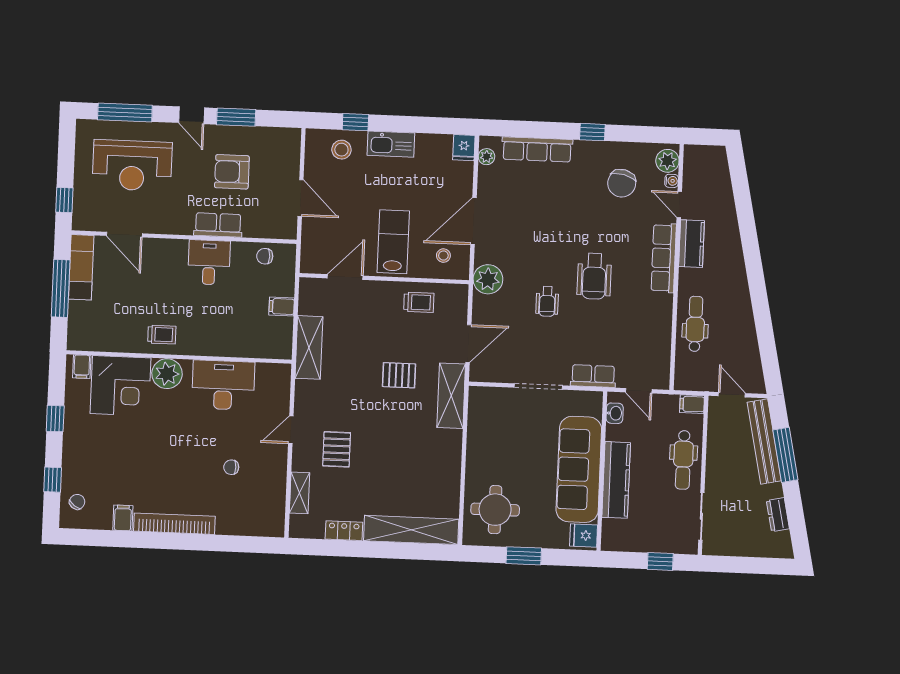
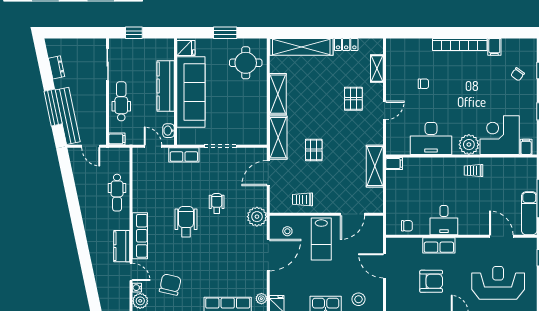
filing cabinet: (282, 306) -> (394, 164), moved
pallet: (399, 375) -> (314, 150), turned 90
shelving: (449, 461) -> (278, 94), added
chair: (77, 502) -> (518, 74), moved

